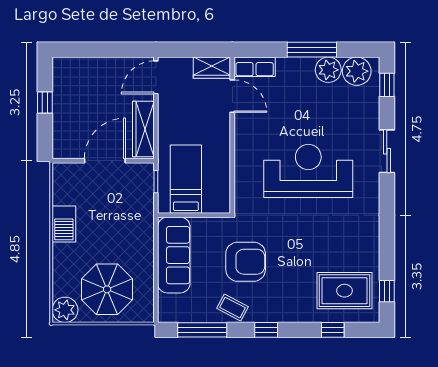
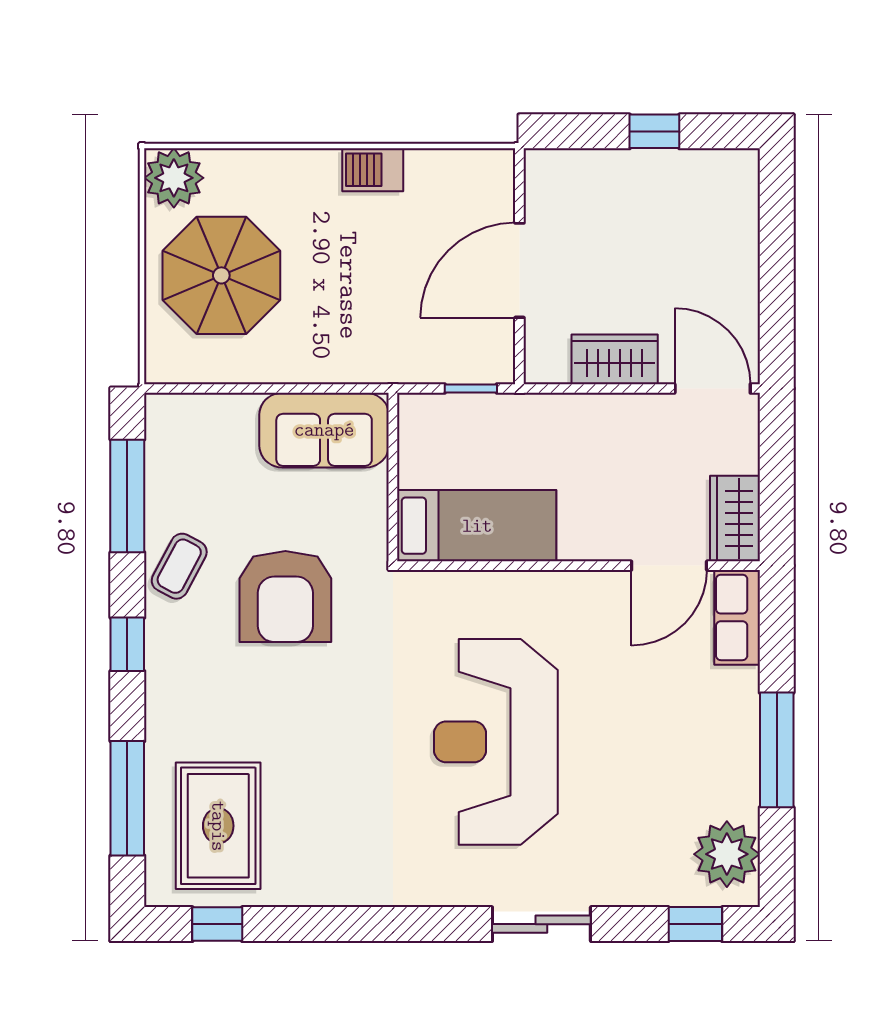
plant: (328, 70) -> (730, 788), removed
wardrobe: (143, 129) -> (615, 359), width x0.67
door: (105, 161) -> (519, 270), swing flipped
reception desk: (308, 171) -> (496, 742), turned 180
bed: (186, 179) -> (477, 526), moved
barbecue: (64, 224) -> (373, 170), width x0.73, depth x0.79
sofa: (174, 255) -> (324, 430), width x0.73
window: (333, 330) -> (127, 798), width x2.17

